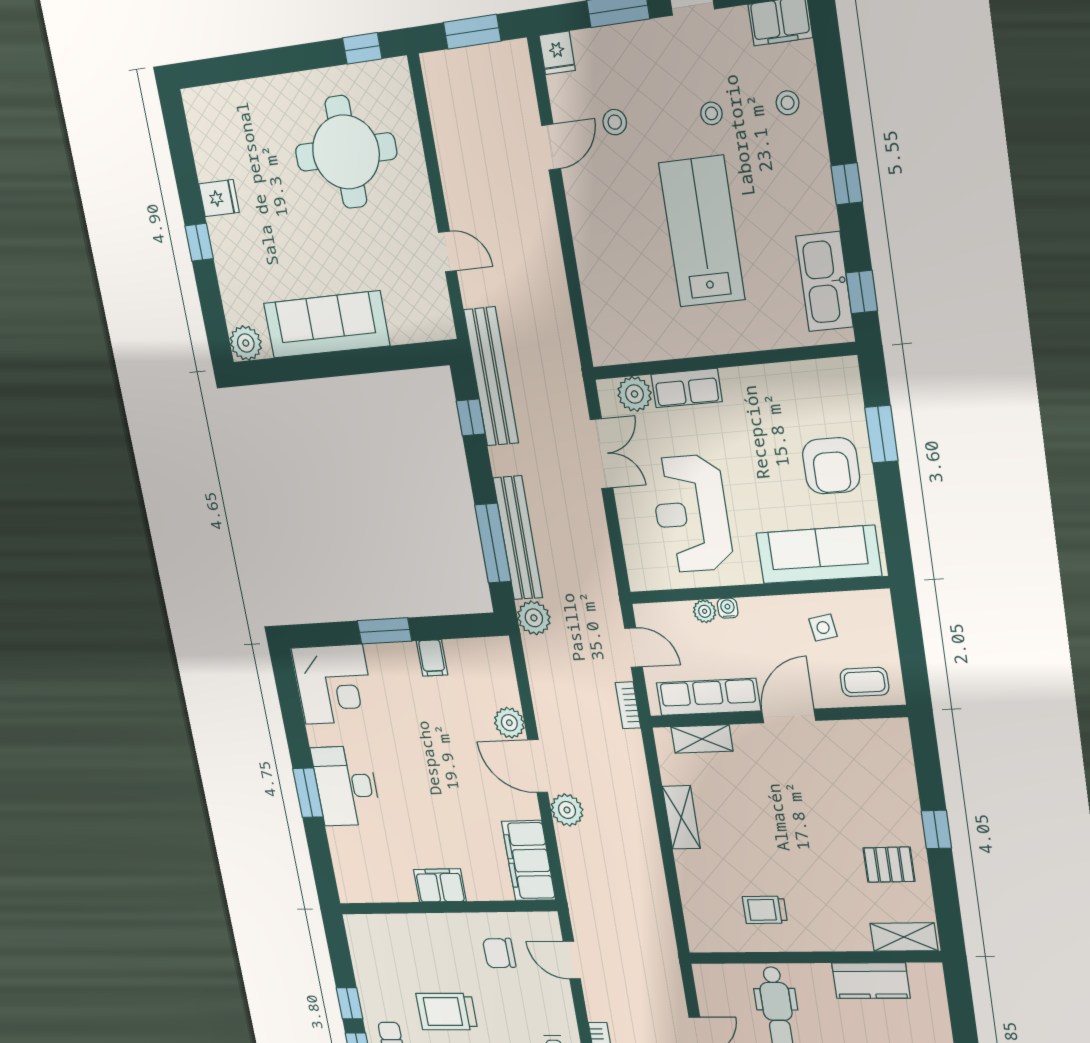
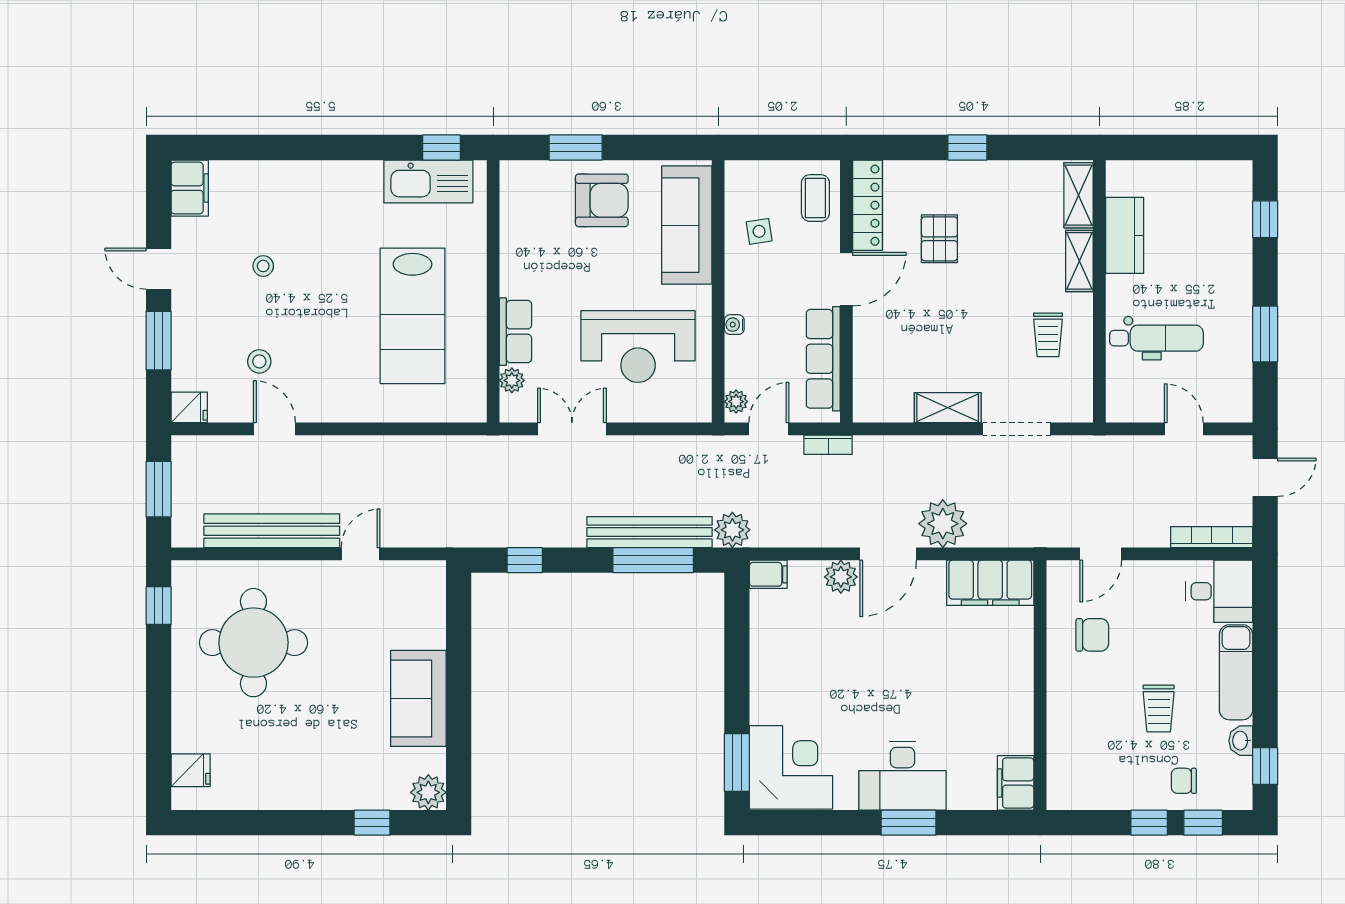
stool: (788, 103) -> (263, 192), removed
window: (847, 184) -> (342, 148), removed
fridge: (219, 198) -> (191, 770), moved, turned 90
lab bench: (702, 231) -> (412, 316), moved, turned -90
window: (199, 242) -> (372, 823), moved
sofa: (326, 324) -> (418, 698), width x0.73
bench: (491, 377) -> (272, 531), moved
plant: (634, 394) -> (512, 380), width x0.73, depth x0.73
plant: (705, 611) -> (736, 402), moved
window: (384, 631) -> (737, 763), moved
filing cabinet: (432, 658) -> (768, 574), moved
door: (789, 716) -> (846, 279), swing flipped
locker: (865, 734) -> (867, 205), added
shelving: (702, 739) -> (1079, 261), moved
plant: (567, 810) -> (943, 524), width x1.36, depth x1.36
pallet: (889, 865) -> (939, 239), moved
doorway: (672, 882) -> (1017, 429), added
filing cabinet: (440, 885) -> (1016, 783), moved
chair: (499, 953) -> (1092, 635), turned -89
trolley: (447, 1012) -> (1159, 708), width x0.73, depth x0.72

